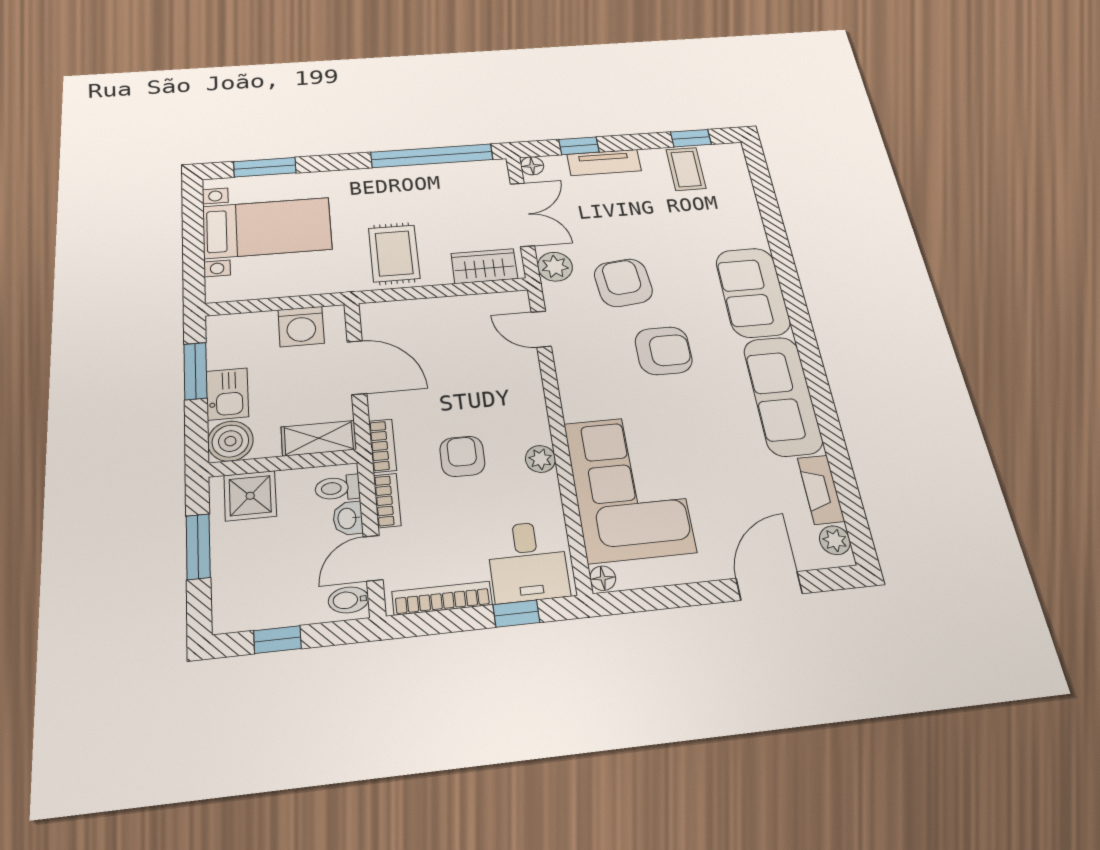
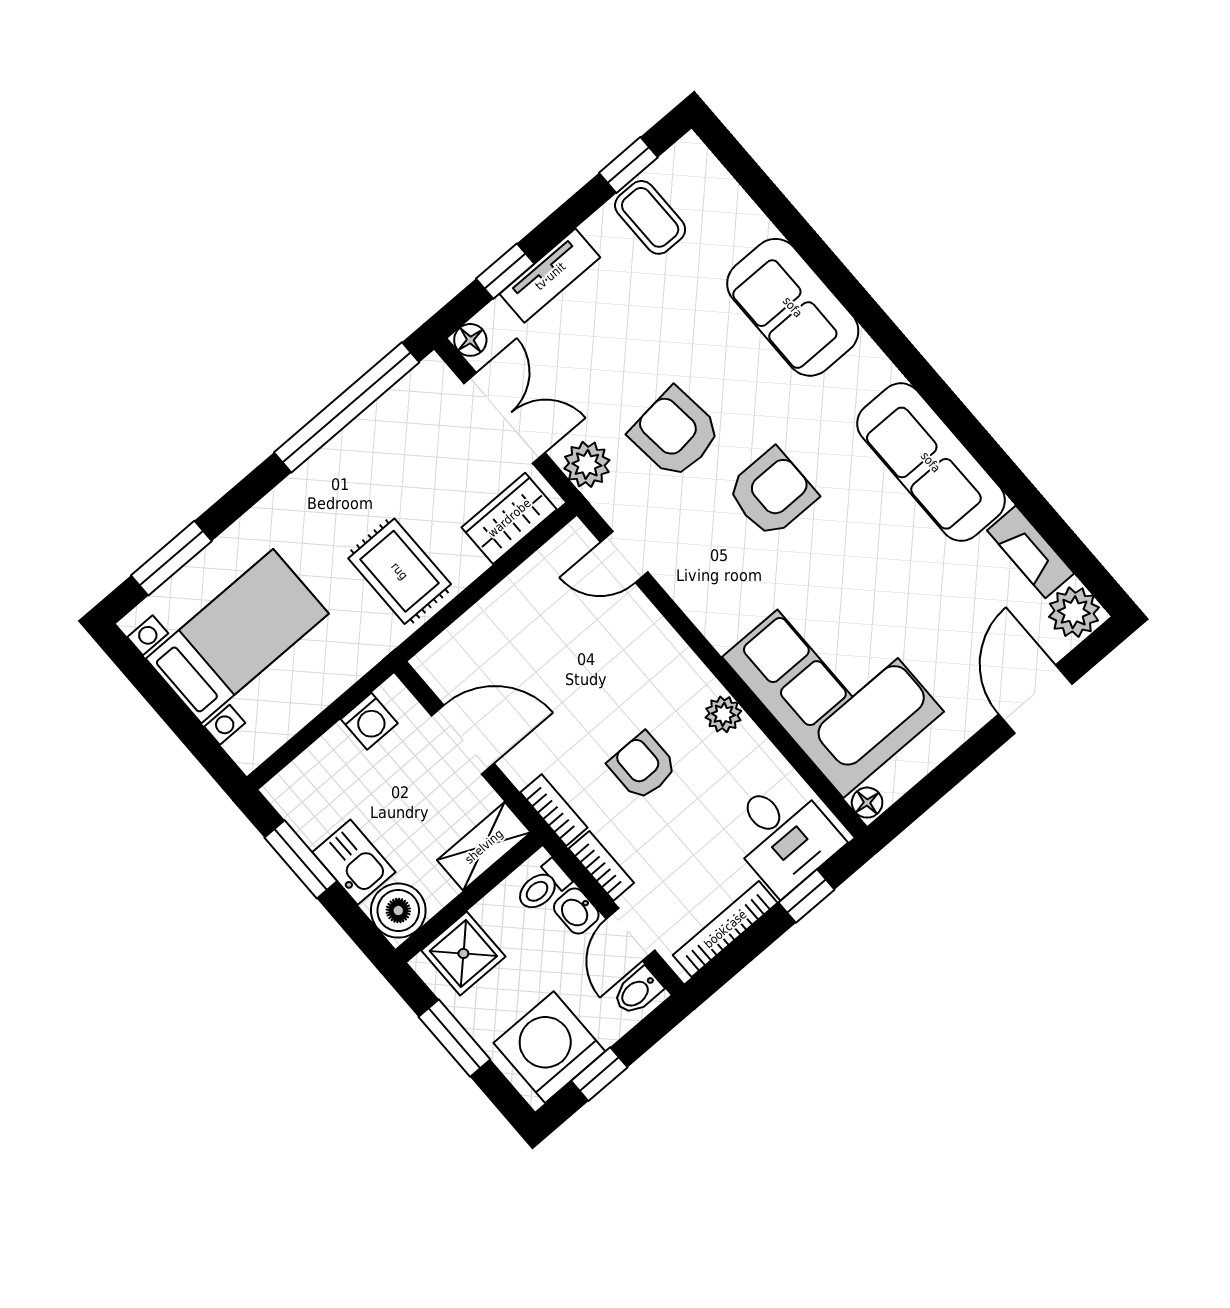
sofa: (753, 292) -> (793, 307), moved
washing machine: (301, 326) -> (369, 721), width x0.73, depth x0.73
plant: (835, 540) -> (1074, 612), width x1.38, depth x1.38
washing machine: (258, 597) -> (549, 1047), added

